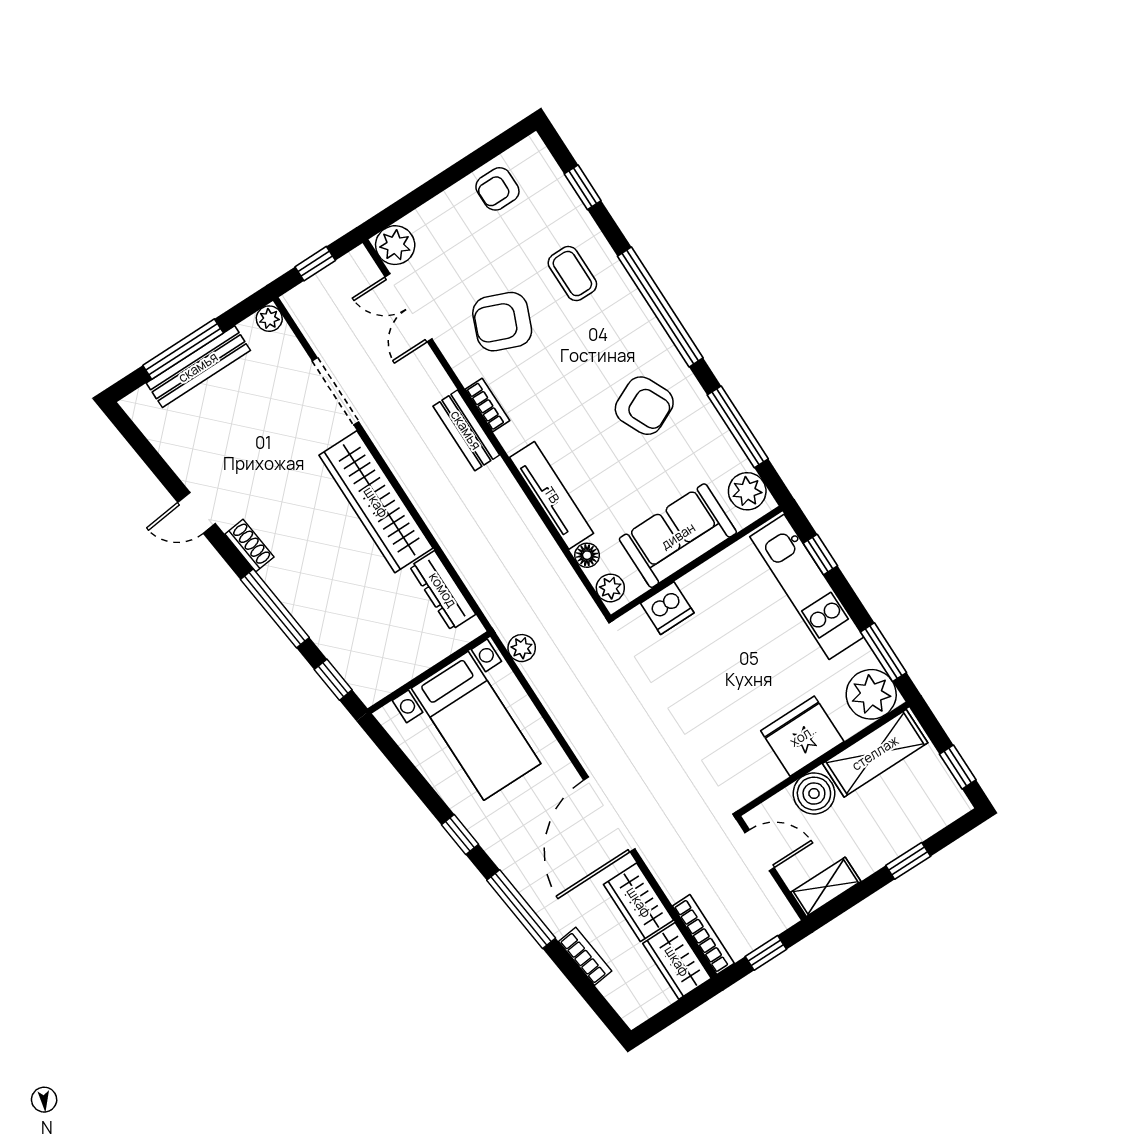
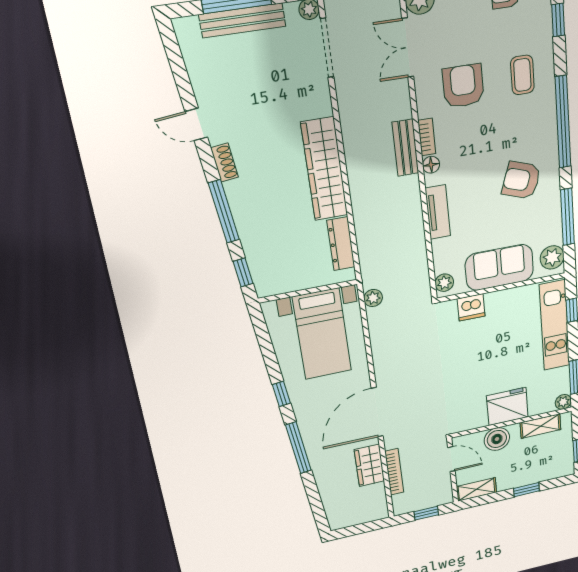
armchair: (502, 322) -> (463, 86), turned 68
doorway: (335, 391) -> (327, 48), moved
armchair: (644, 406) -> (521, 180), turned 134
tv unit: (552, 495) -> (438, 212), width x0.71
floor lamp: (587, 555) -> (431, 165), moved
plant: (871, 694) -> (563, 402), width x0.53, depth x0.53
shelving: (875, 753) -> (540, 426), width x0.67, depth x0.75
bookcase: (703, 935) -> (394, 472), moved
bookcase: (585, 956) -> (324, 485), removed
wardrobe: (677, 961) -> (375, 503), removed

